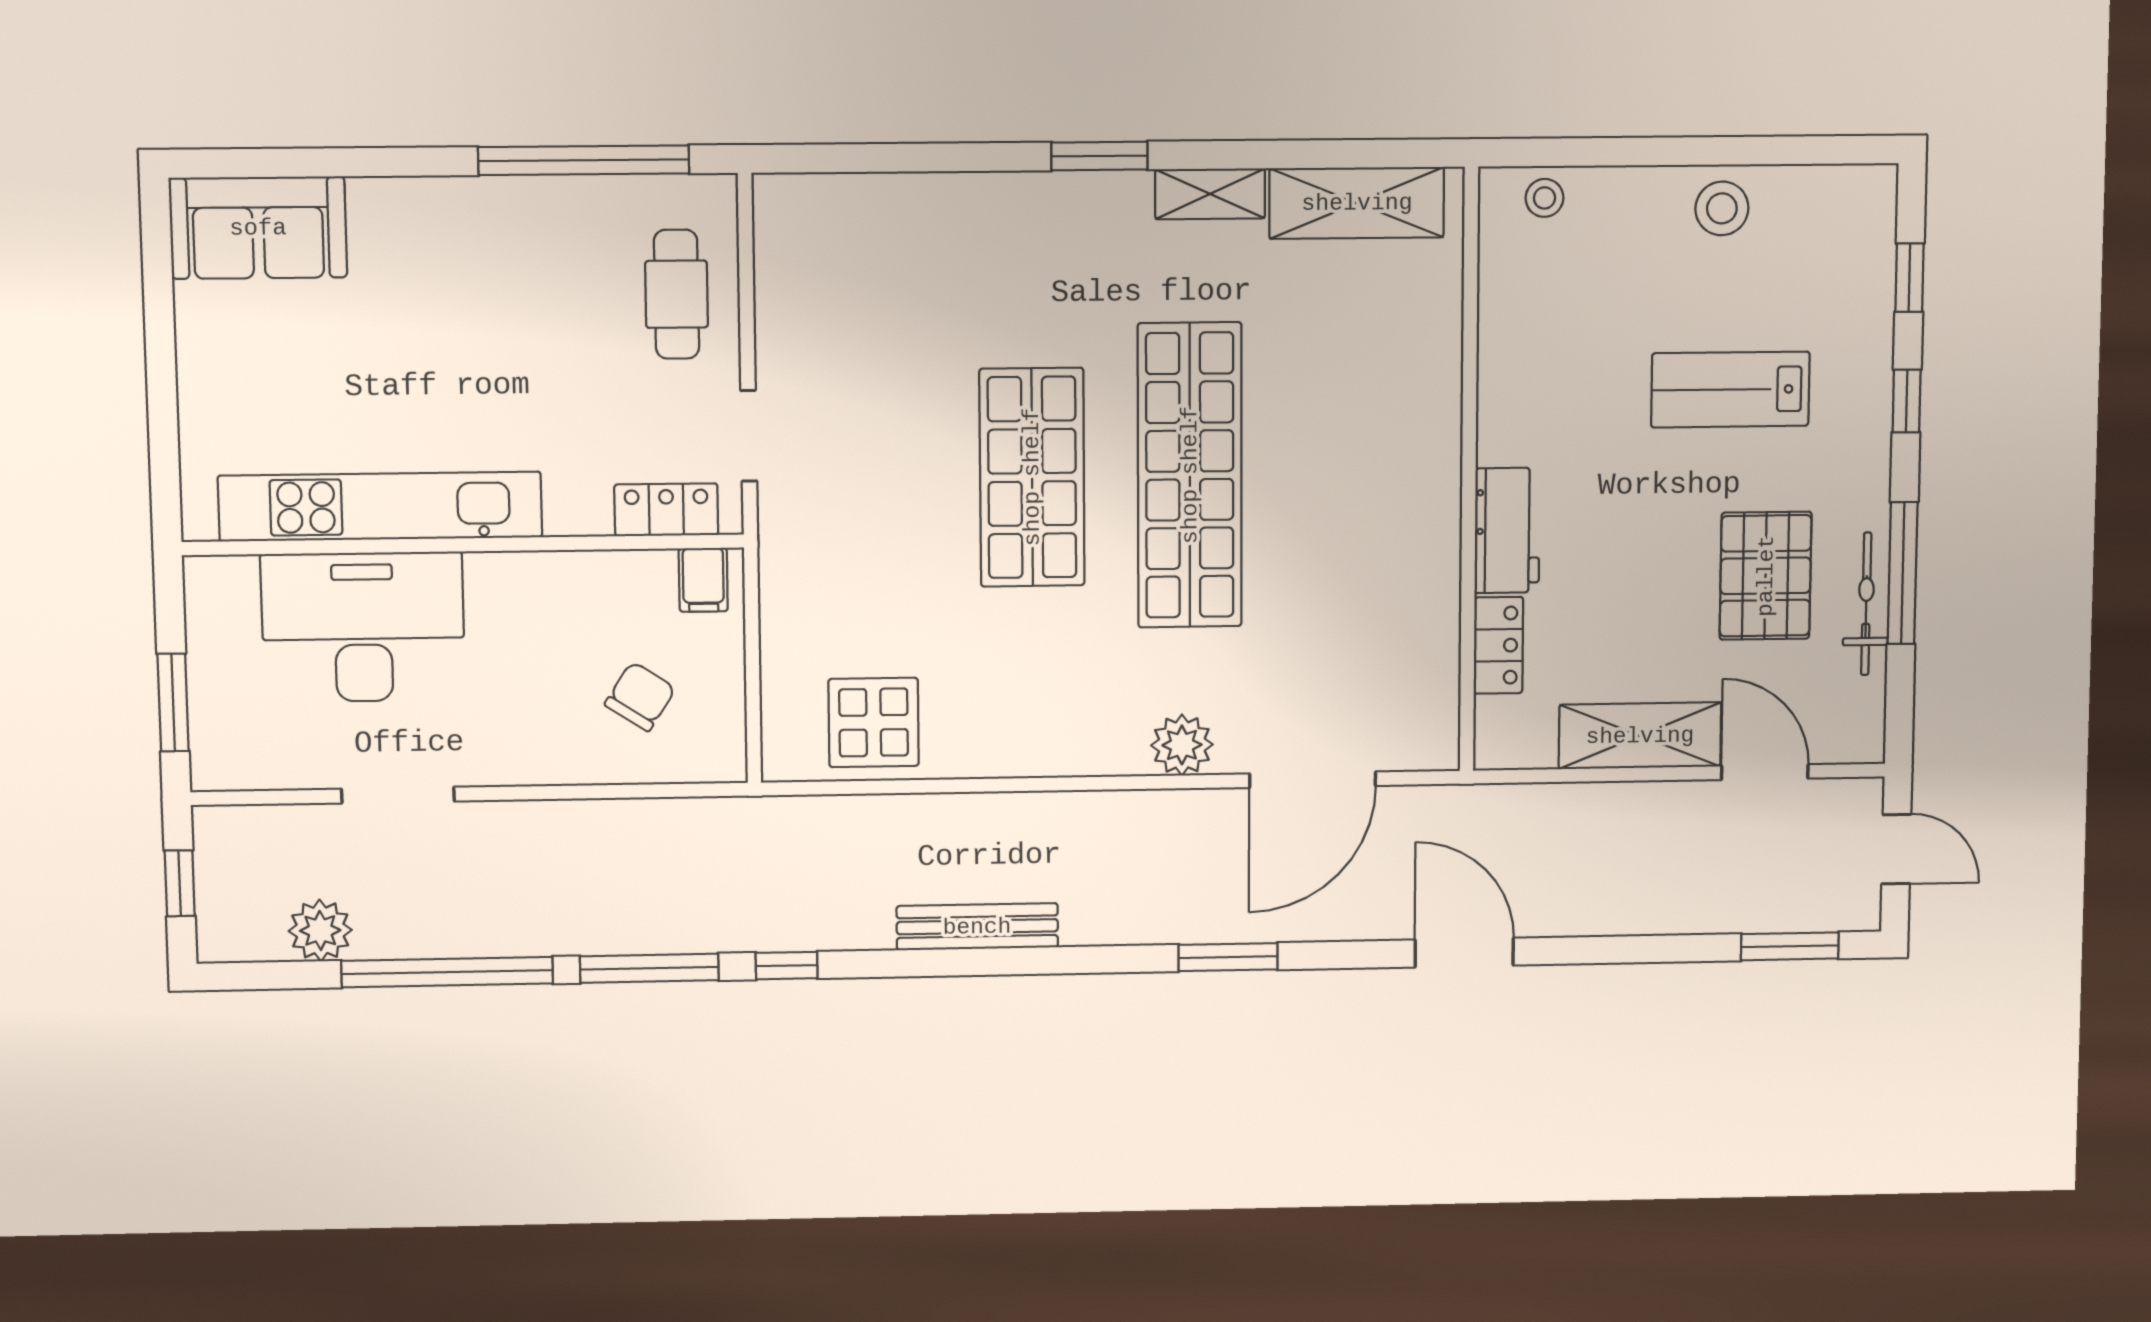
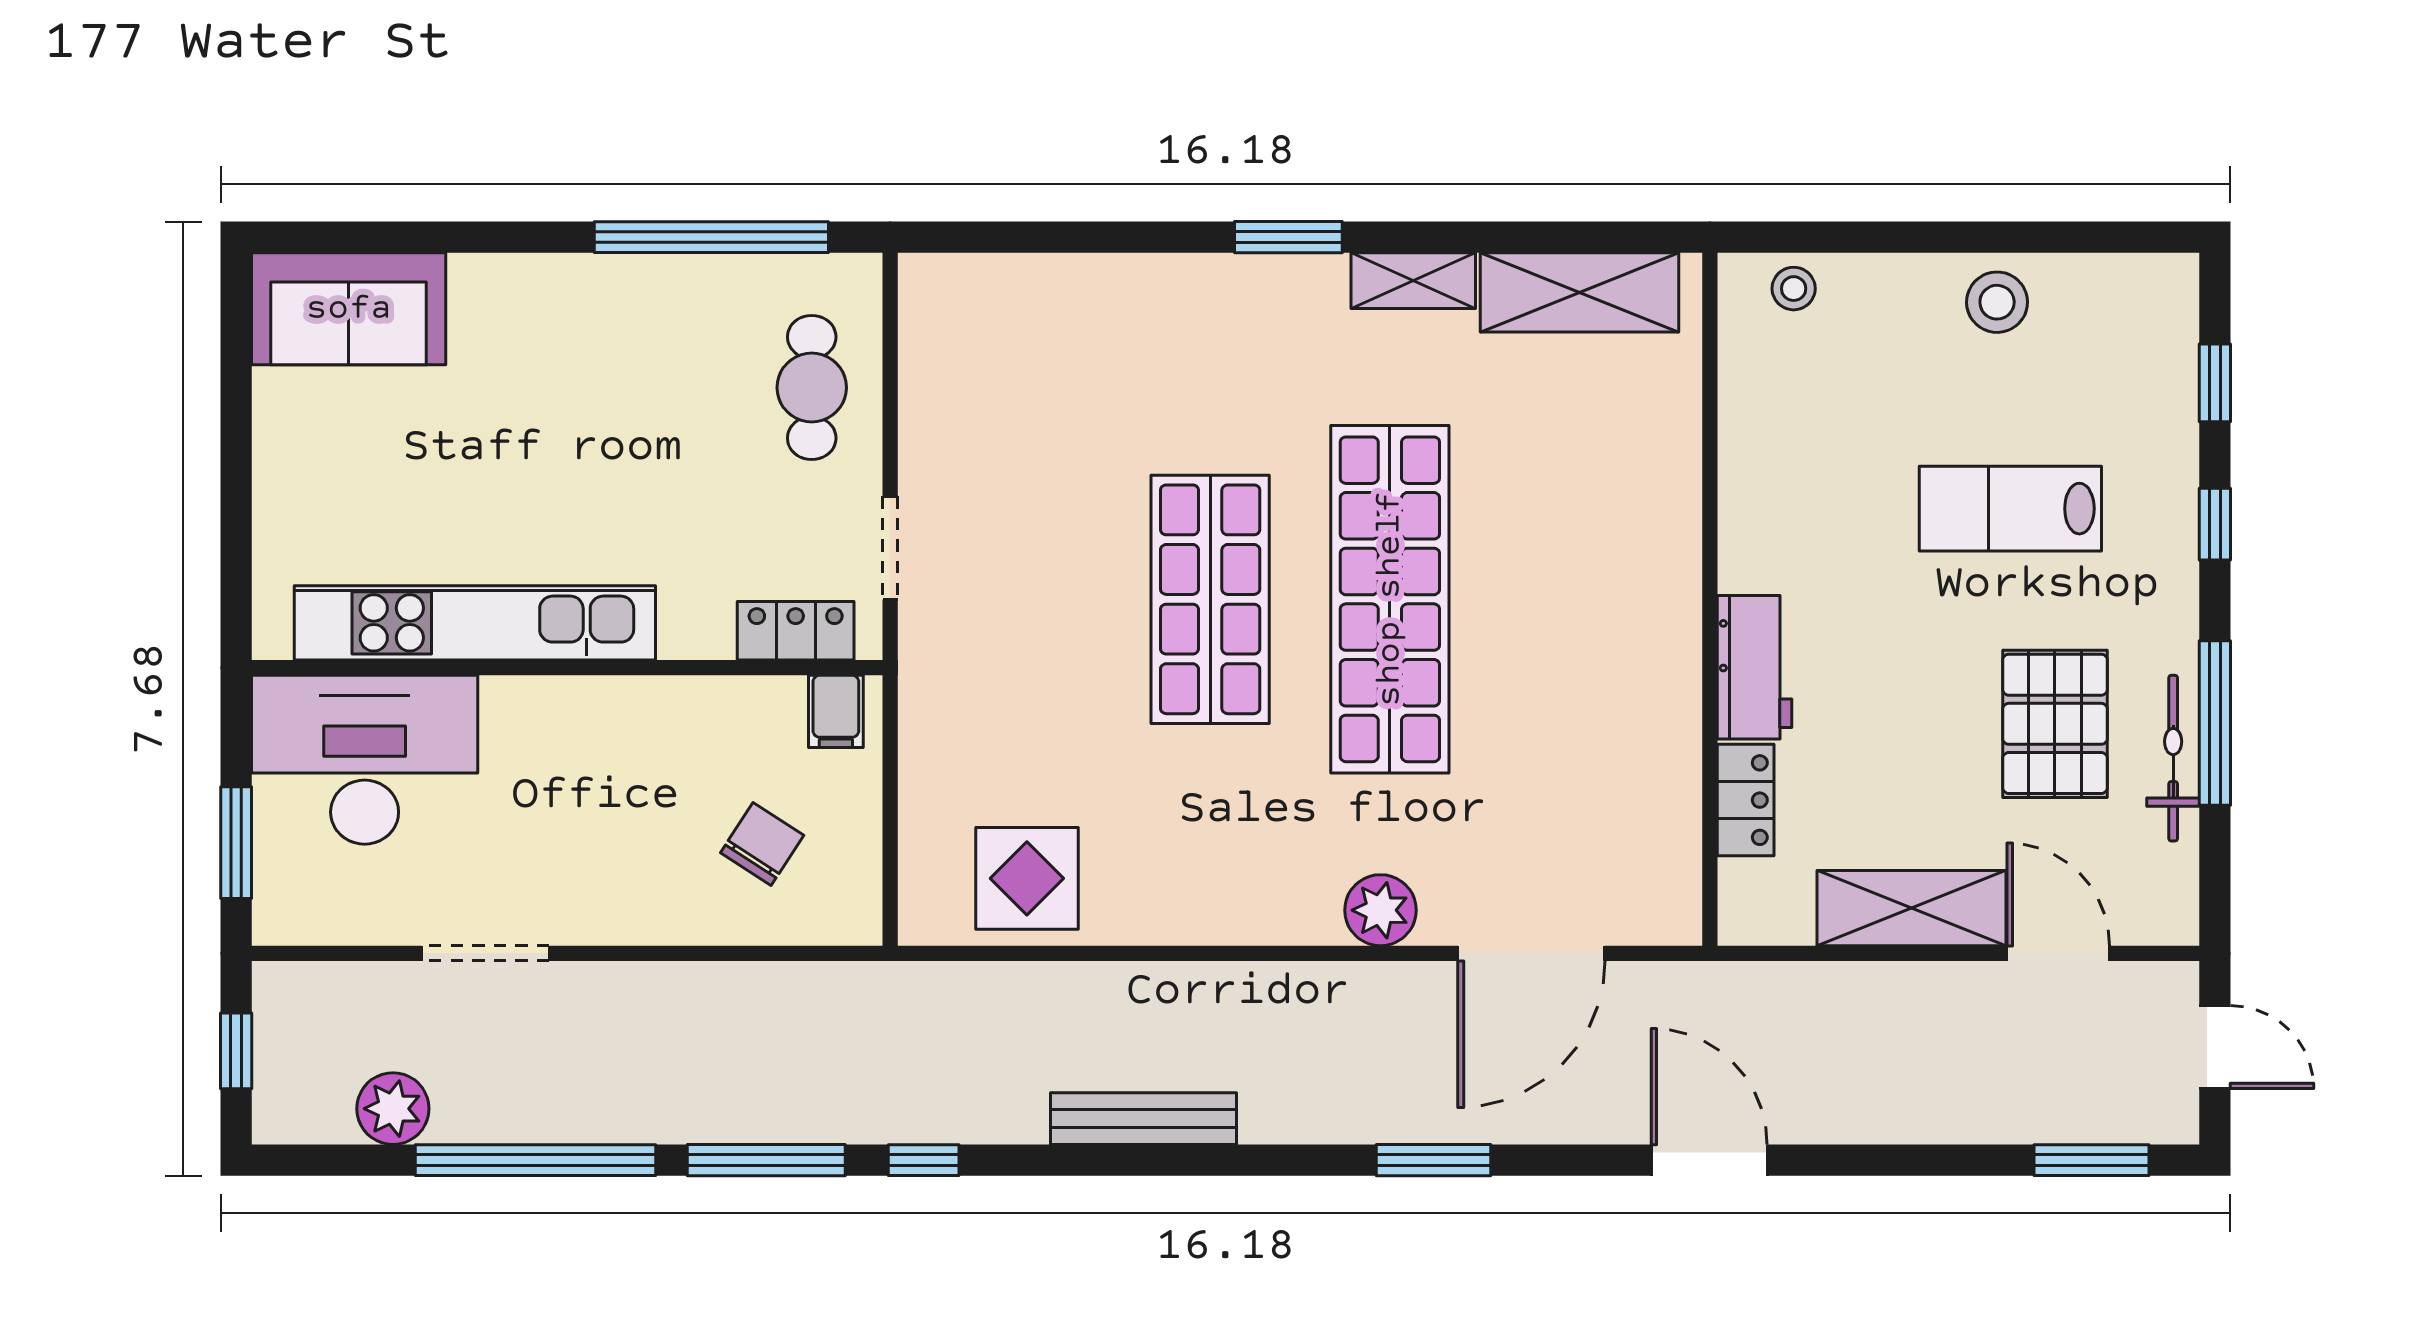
desk: (363, 627) -> (365, 760), moved

